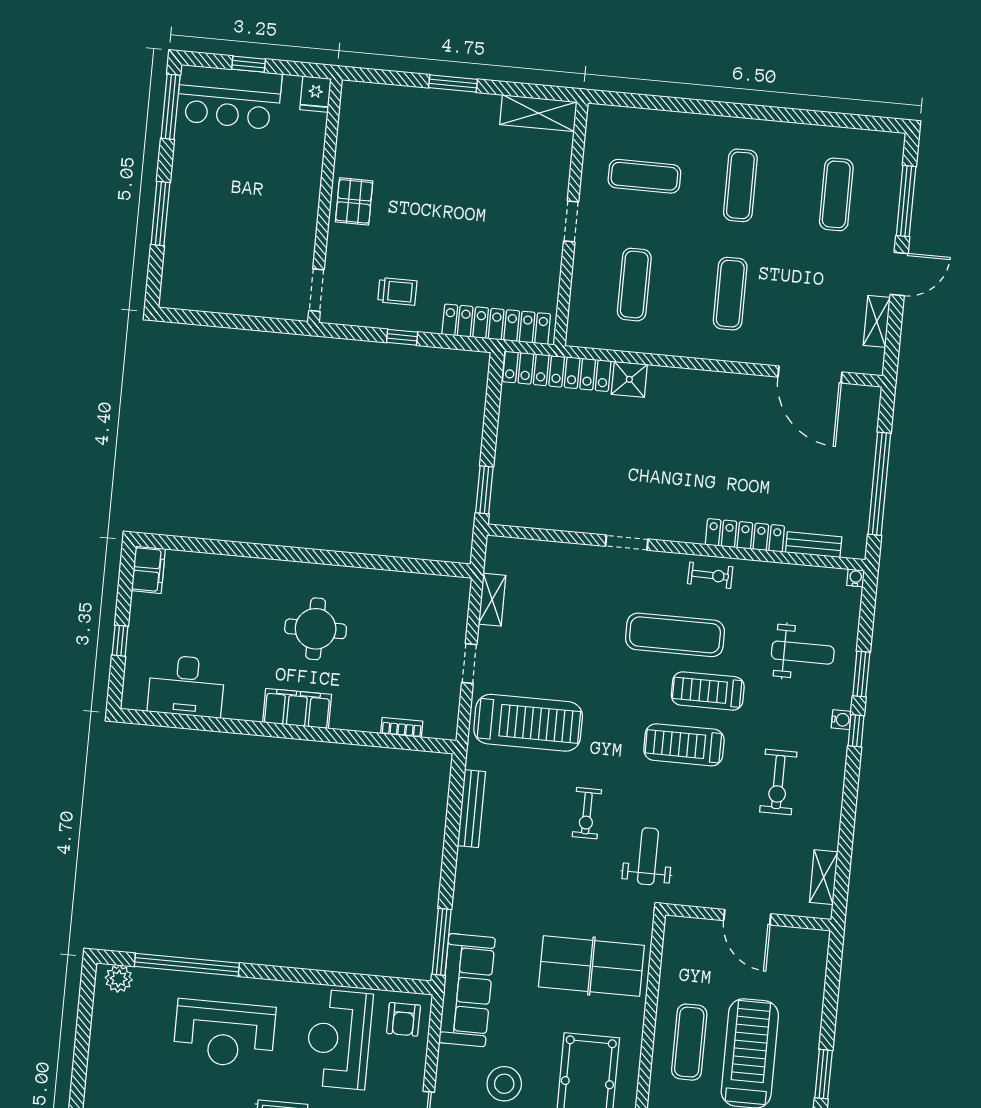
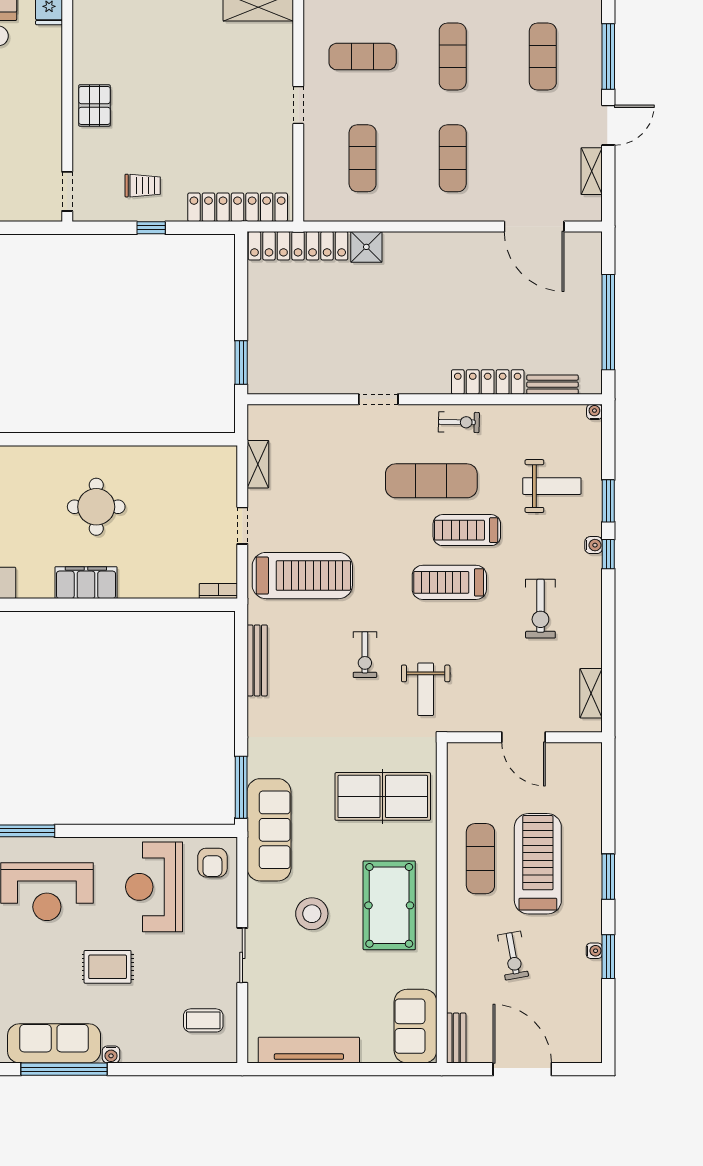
bookcase: (402, 727) -> (218, 591), moved
weight bench: (648, 856) -> (426, 689), turned 180

